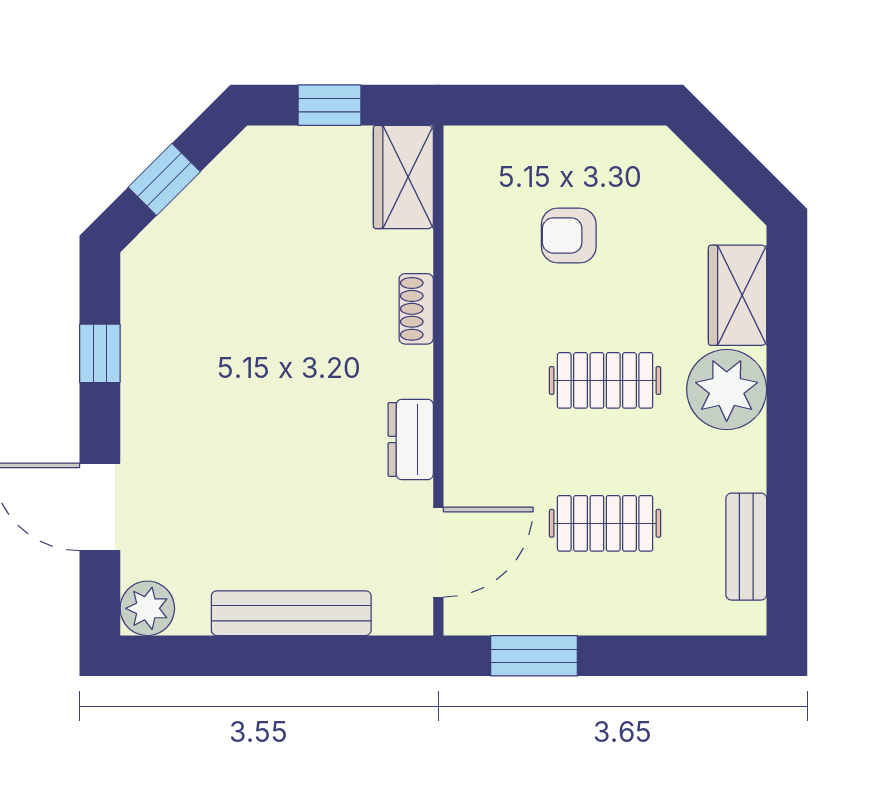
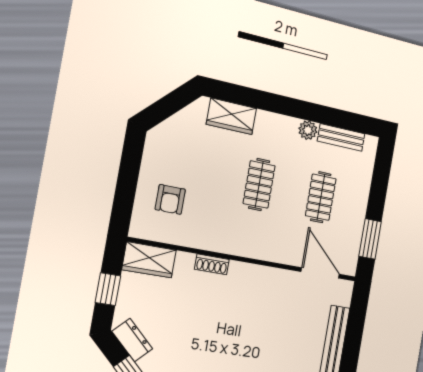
armchair: (569, 235) -> (170, 199), moved
plant: (727, 389) -> (308, 130), moved, width x0.53, depth x0.53
dresser: (411, 439) -> (132, 340), moved, turned -135

